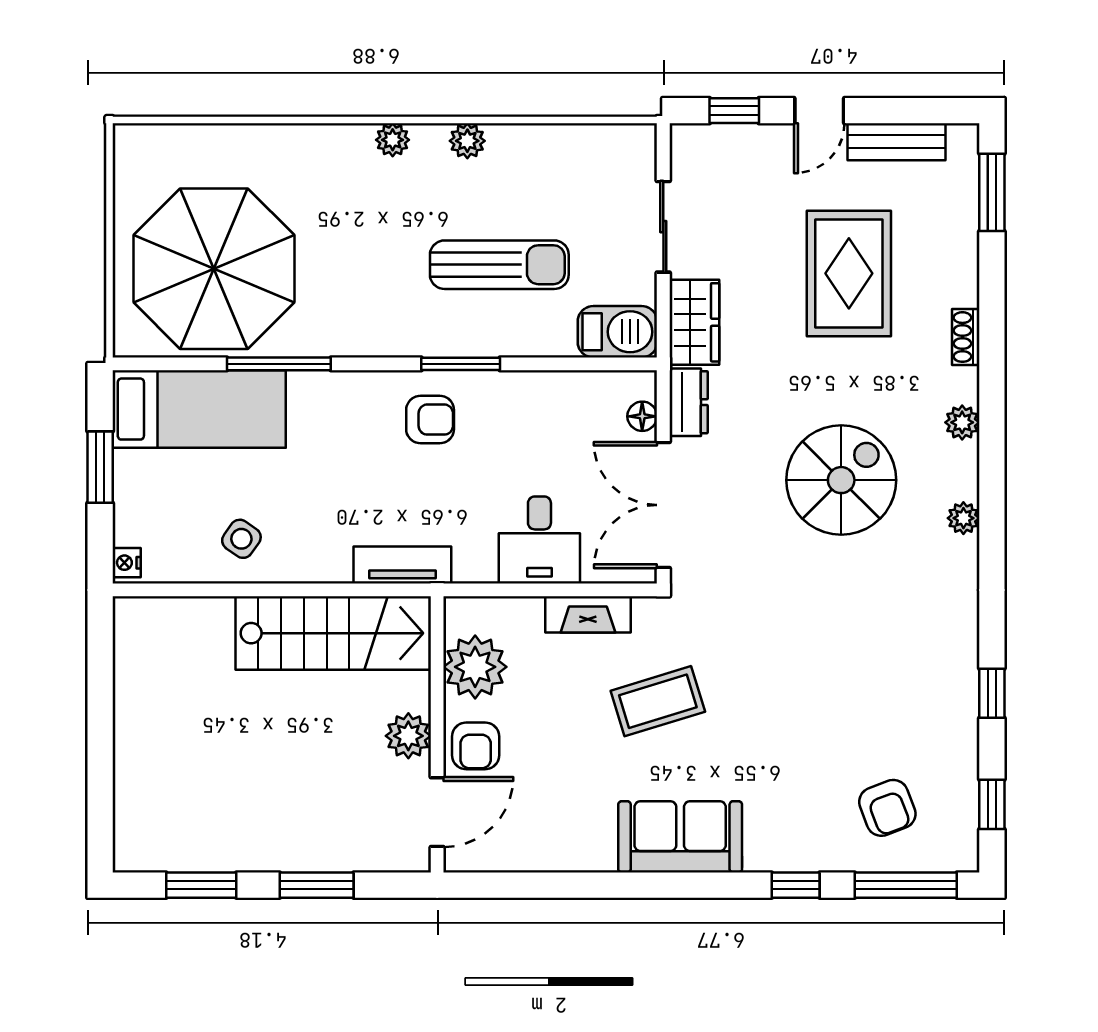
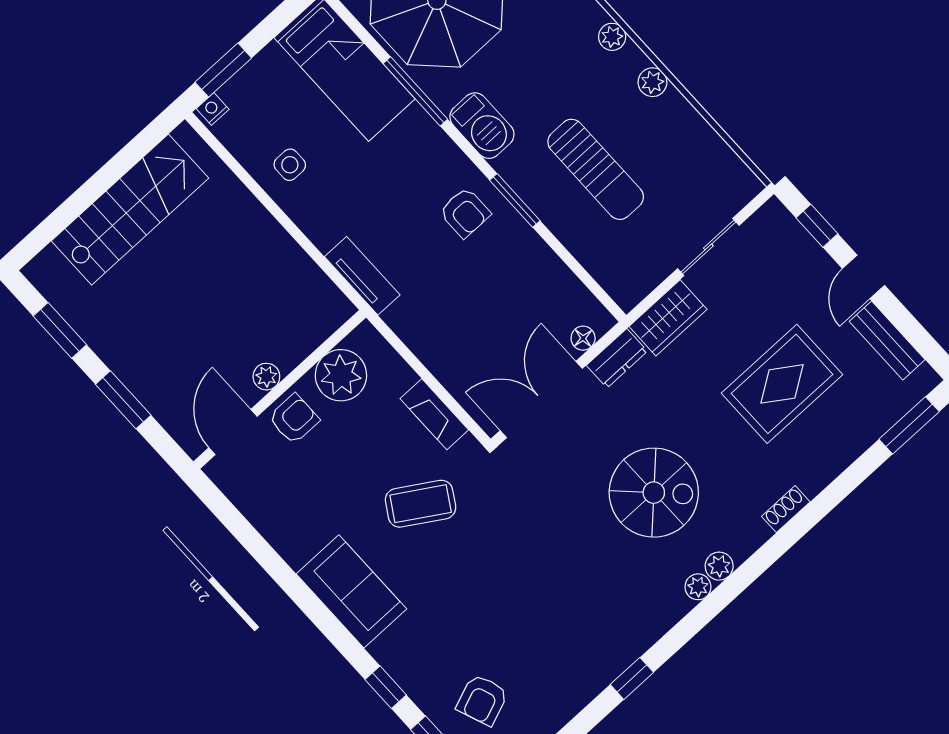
door: (819, 111) -> (863, 277), hinge flipped
barbecue: (617, 332) -> (482, 126), moved
shoe rack: (966, 337) -> (786, 509), moved
plant: (962, 422) -> (719, 566), moved
window: (100, 467) -> (223, 70), moved
side table: (241, 539) -> (290, 165), turned -35
desk: (539, 540) -> (452, 344), removed
stairs: (333, 633) -> (130, 210), moved, turned -90
window: (992, 693) -> (632, 678), moved
coffee table: (658, 701) -> (421, 504), turned -41
plant: (408, 736) -> (266, 377), width x0.73, depth x0.73
armchair: (476, 746) -> (294, 419), turned 180
door: (437, 812) -> (233, 432), swing flipped

